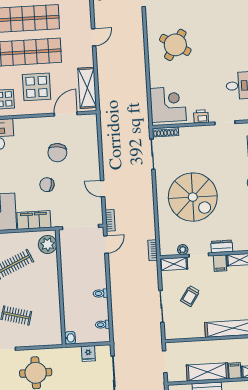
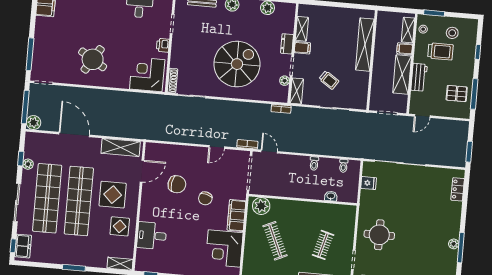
door: (94, 37) -> (74, 134), width x1.87
door: (66, 114) -> (142, 171), swing flipped
washbasin: (70, 338) -> (331, 196), moved

